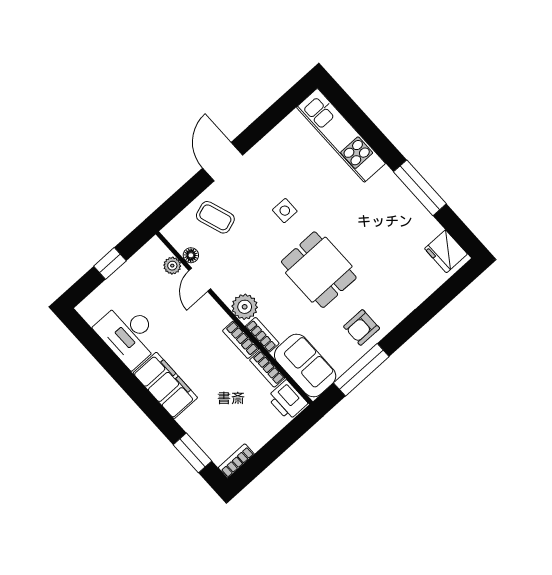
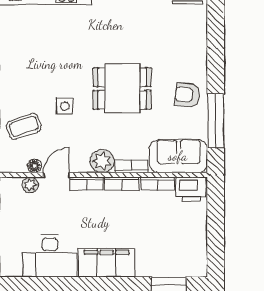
side table: (285, 211) -> (65, 106), moved
door: (200, 280) -> (56, 175), swing flipped
armchair: (362, 327) -> (187, 95), turned 96
bookcase: (236, 461) -> (86, 184), moved, turned -90

